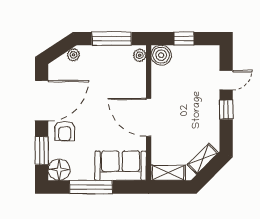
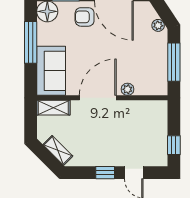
window: (184, 39) -> (174, 145), moved
plant: (140, 55) -> (128, 89), moved
boiler: (161, 55) -> (158, 110), removed
shelving: (168, 173) -> (53, 108), moved, turned 90

